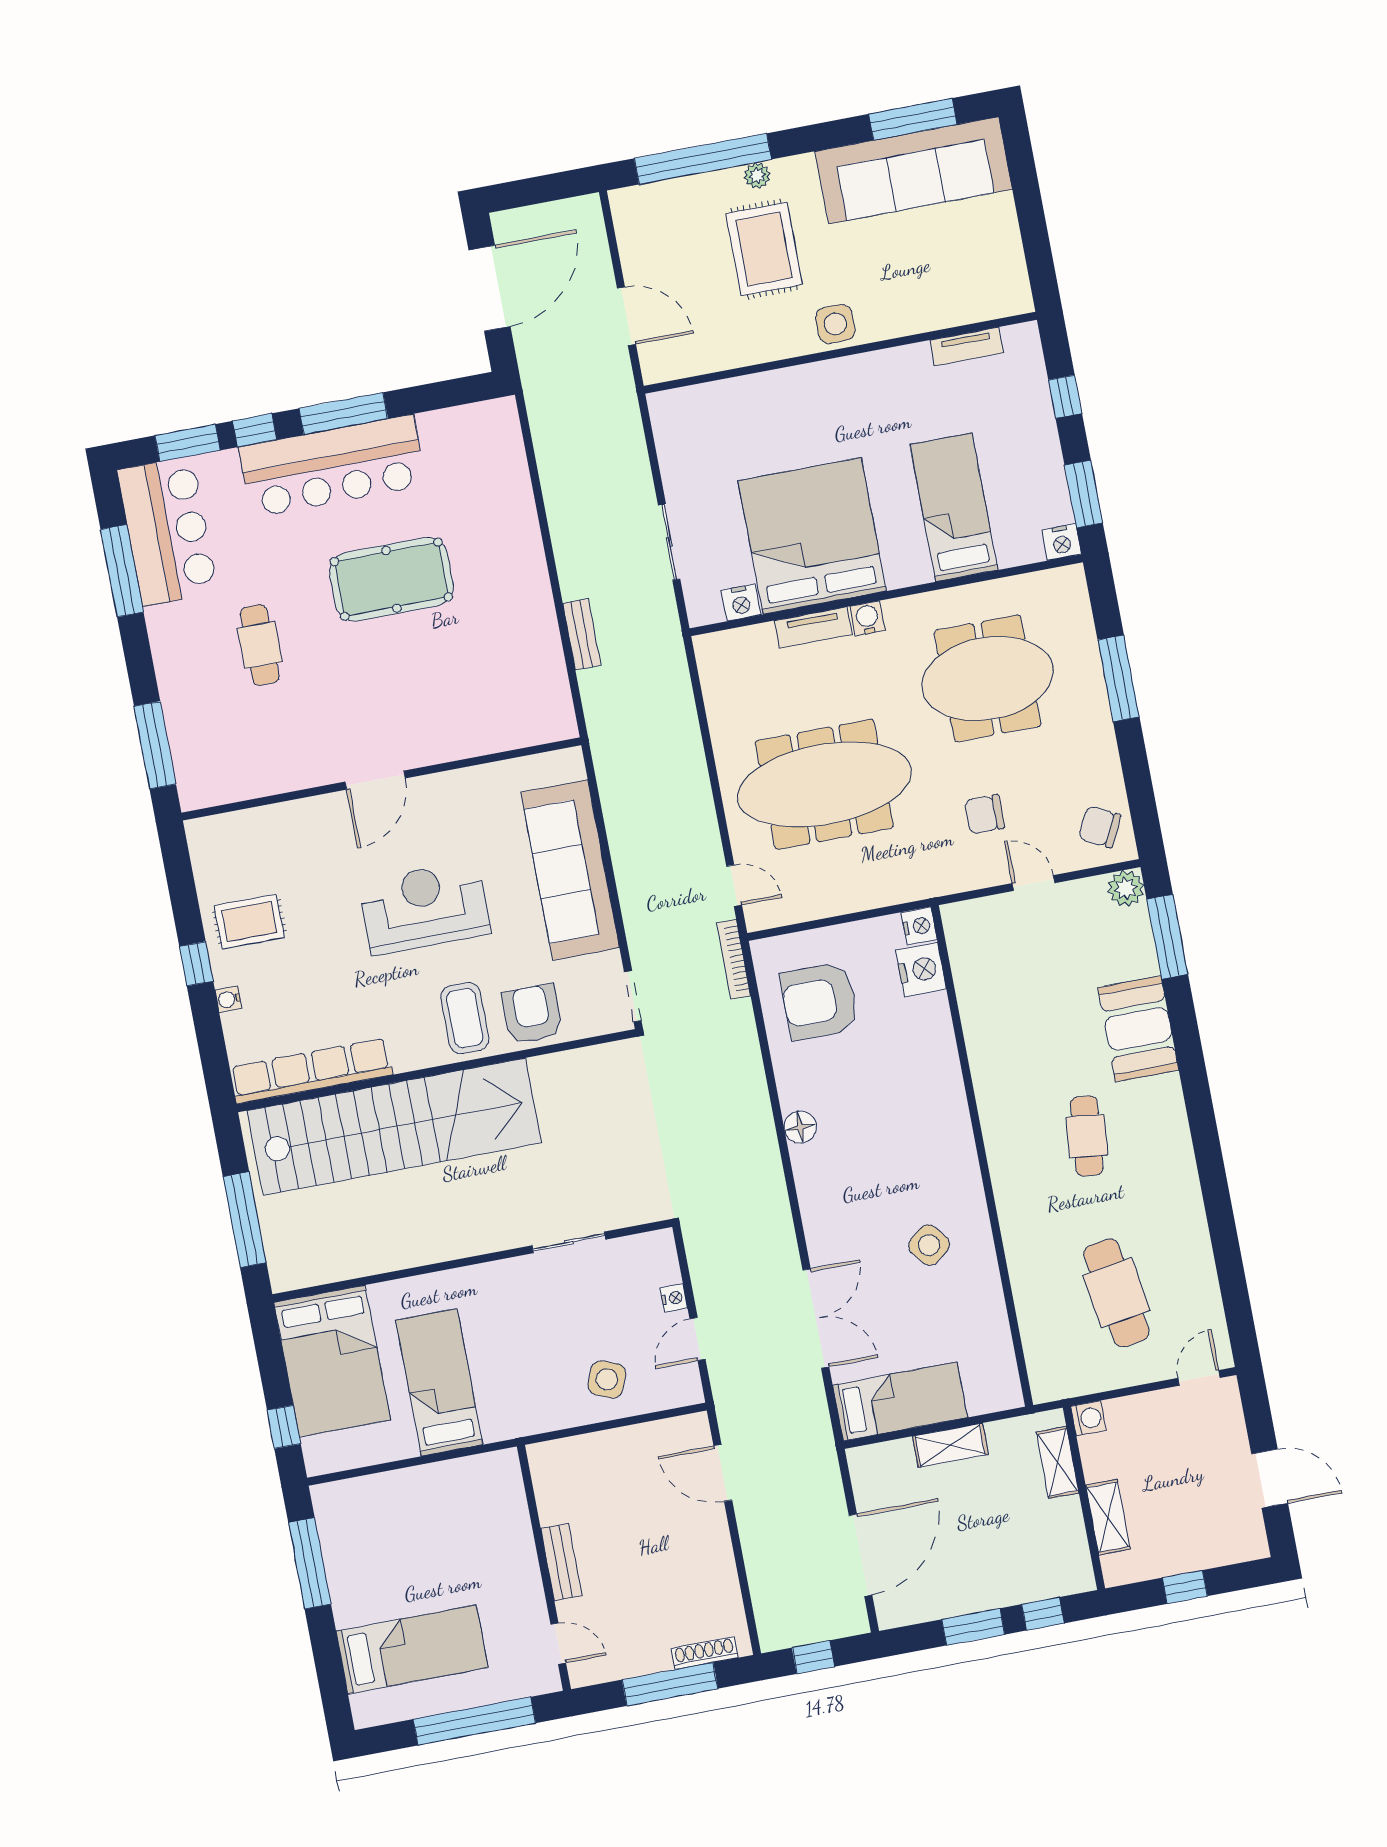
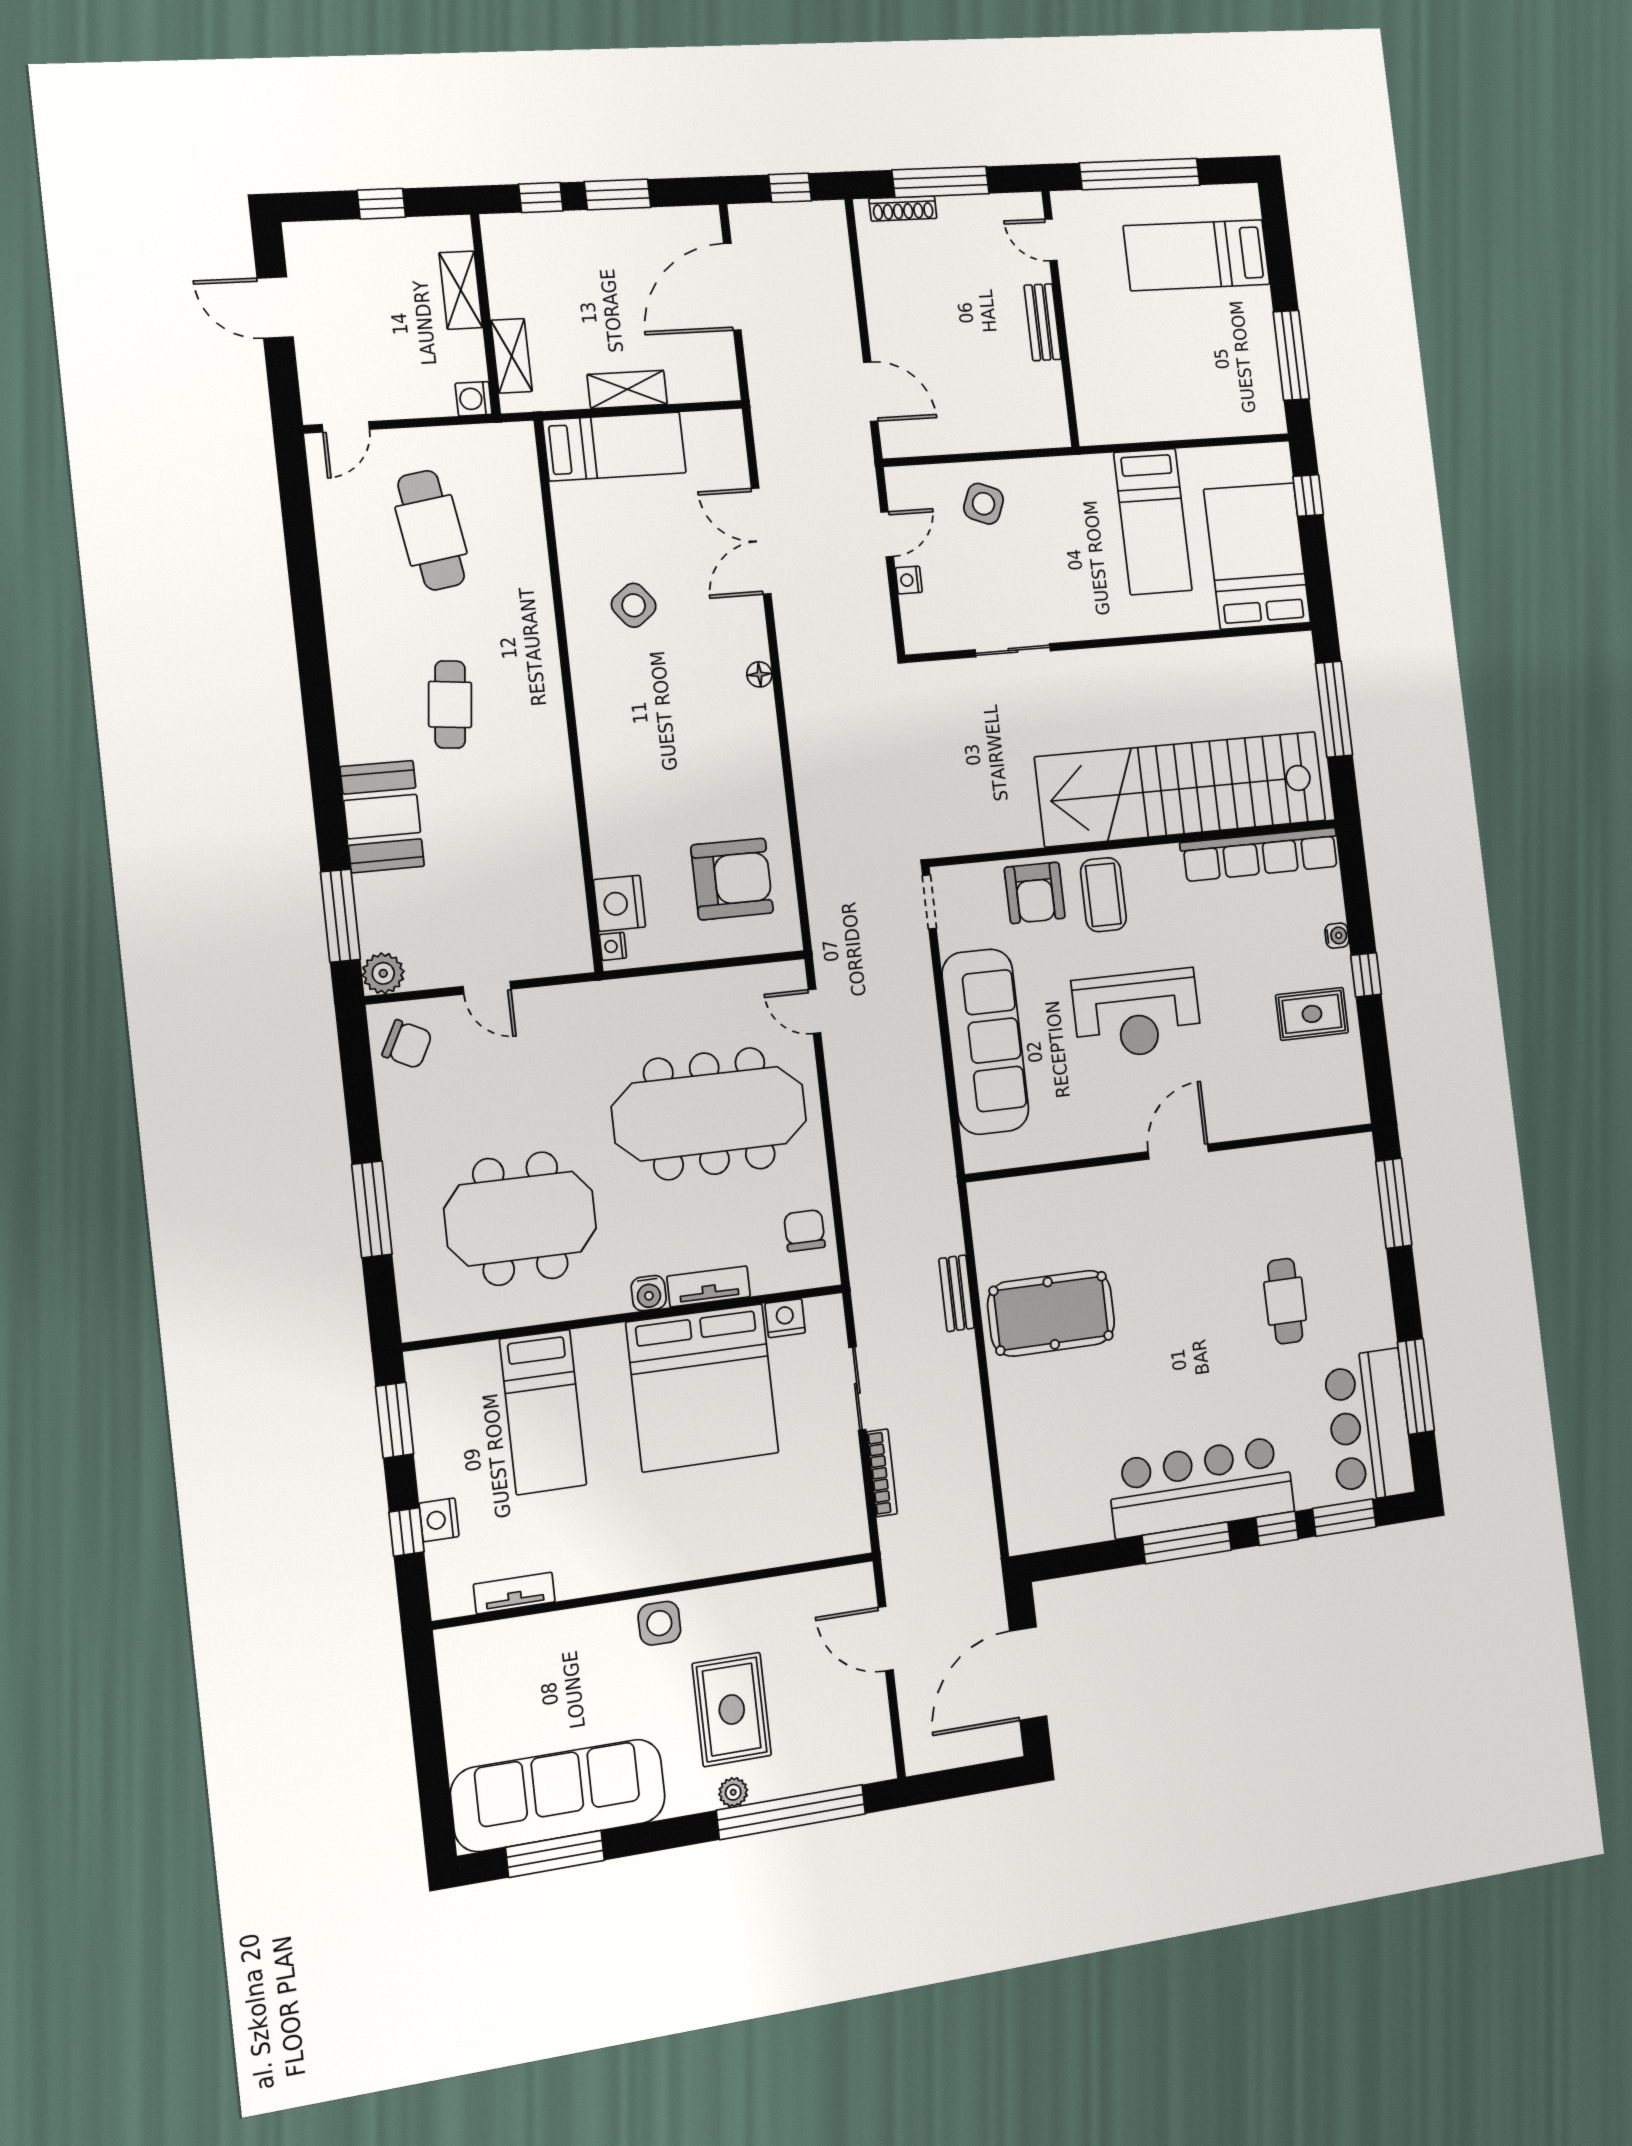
nightstand: (1062, 542) -> (439, 1520), moved, turned -90
pool table: (391, 579) -> (1051, 1313), moved
chair: (985, 814) -> (805, 1231), moved, turned -90
nightstand: (919, 926) -> (613, 946), width x0.72, depth x0.74
bookcase: (734, 959) -> (882, 1473), moved
floor lamp: (800, 1127) -> (759, 674), moved, width x0.73, depth x0.73
bed: (900, 1401) -> (615, 446), moved, turned 180

